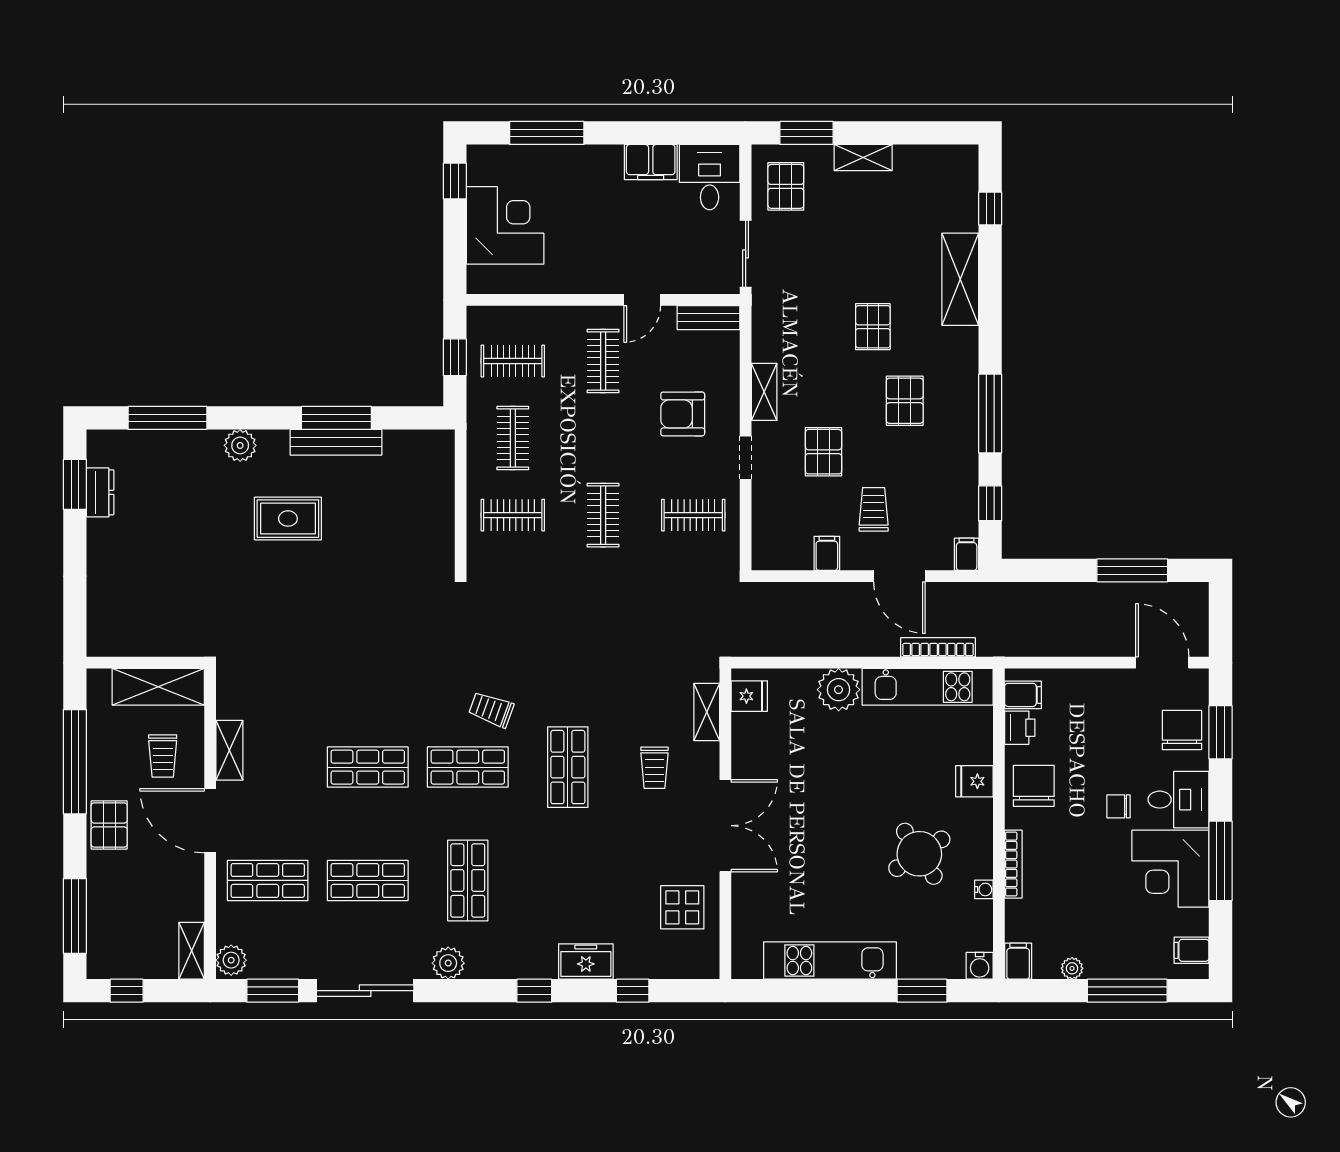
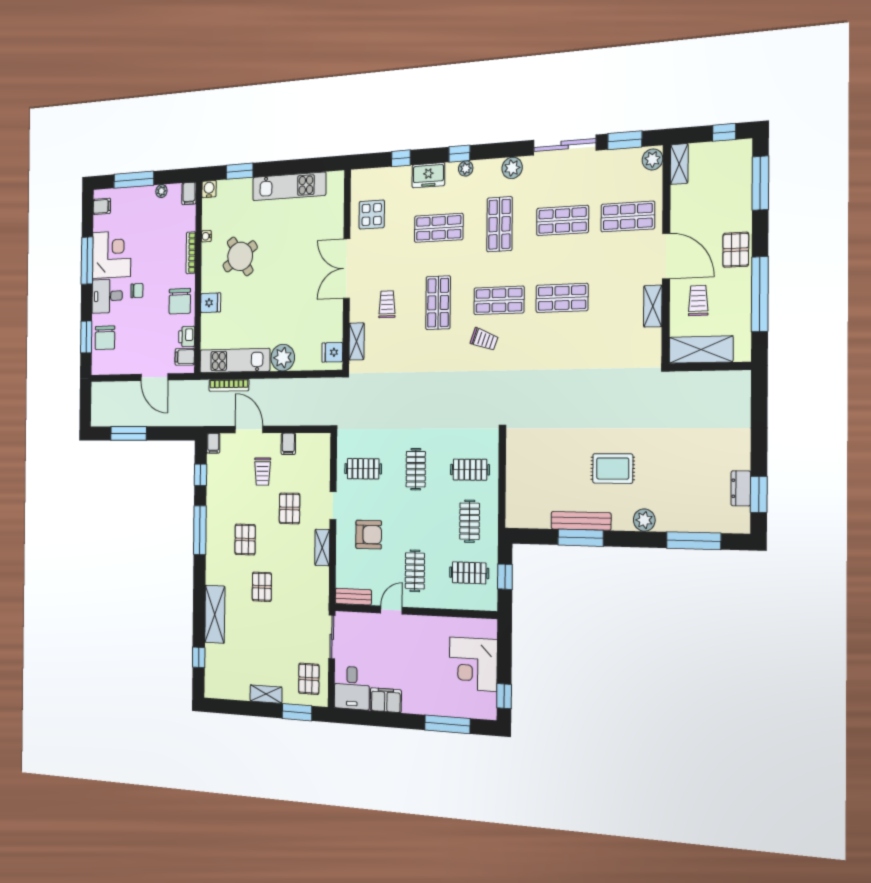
door: (1162, 663) -> (154, 377), moved
shop shelf: (568, 880) -> (439, 228), added
plant: (524, 968) -> (466, 168), added

